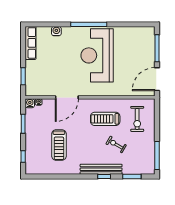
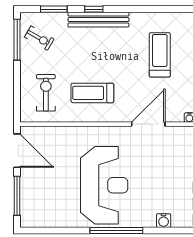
door: (157, 79) -> (17, 151), hinge flipped
treadmill: (105, 119) -> (92, 93), turned 180
exercise bike: (116, 144) -> (39, 38), moved

